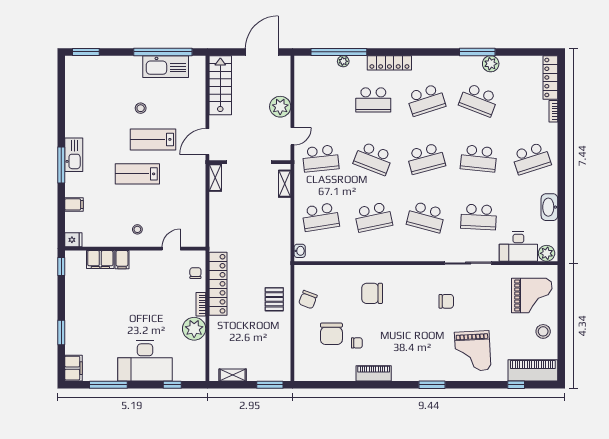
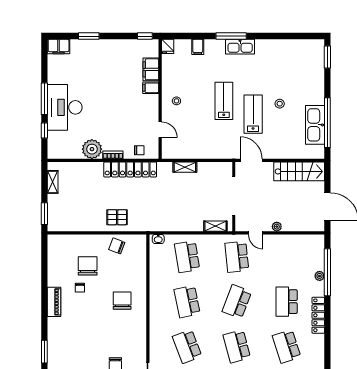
plant: (280, 107) -> (277, 227), width x0.53, depth x0.53
shelving: (215, 178) -> (185, 167), moved
school desk: (426, 217) -> (187, 346), turned -36
chair: (331, 334) -> (88, 266), turned 90
window: (108, 385) -> (44, 99), moved

